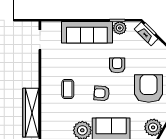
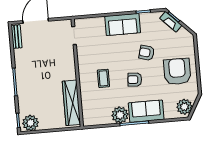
plant: (120, 28) -> (146, 18), removed
sofa: (87, 32) -> (123, 24), width x0.73
armchair: (117, 65) -> (147, 53), turned -74

